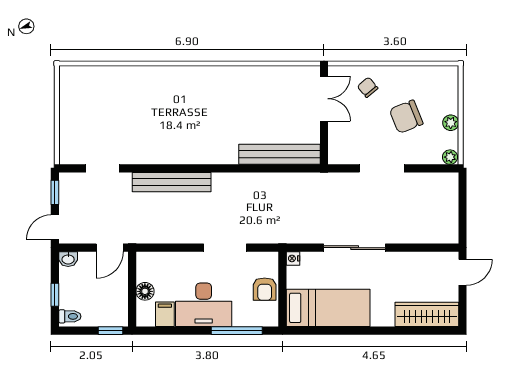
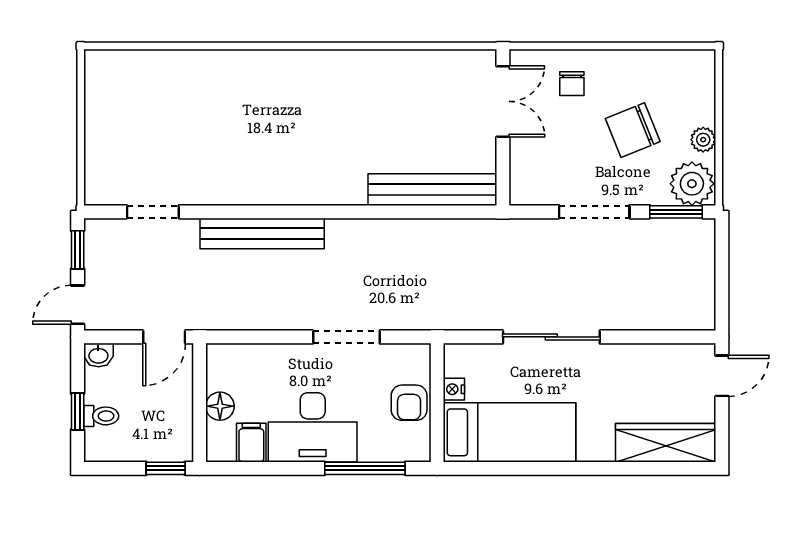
chair: (368, 87) -> (572, 84), turned -140
plant: (450, 157) -> (692, 184), width x1.88, depth x1.88
window: (434, 168) -> (676, 212), added
nightstand: (293, 258) -> (454, 389), moved
toilet: (70, 316) -> (101, 416), moved

